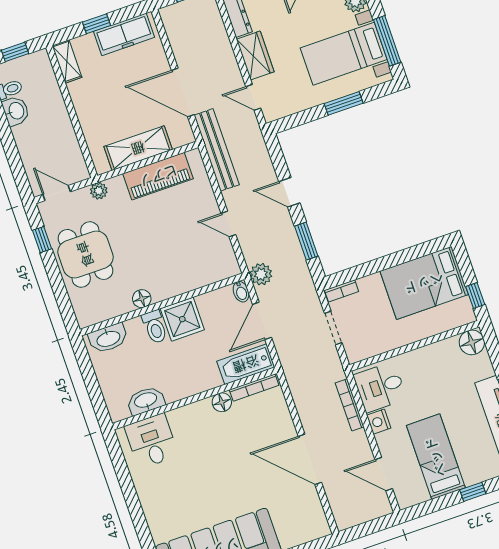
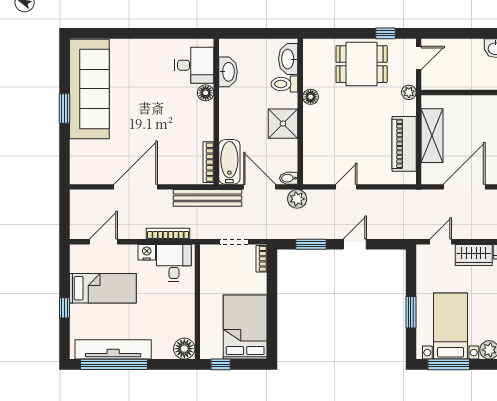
bench: (217, 150) -> (208, 198), moved
toilet: (155, 327) -> (284, 84), moved
floor lamp: (222, 402) -> (206, 93), moved

